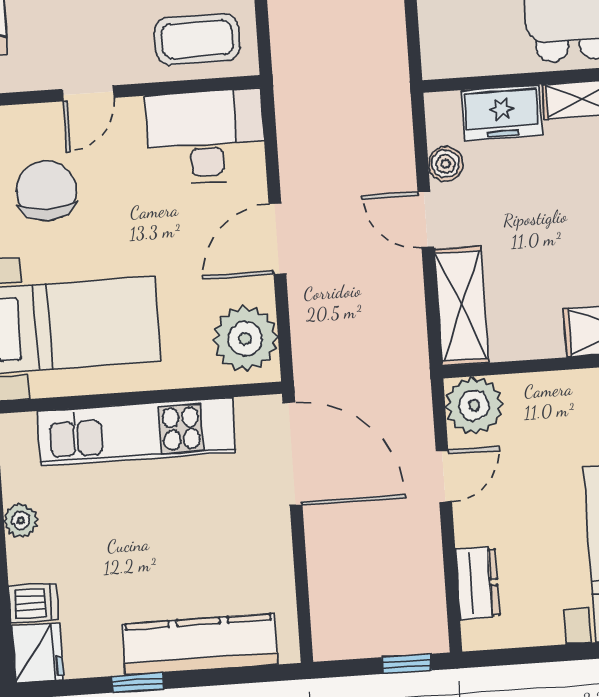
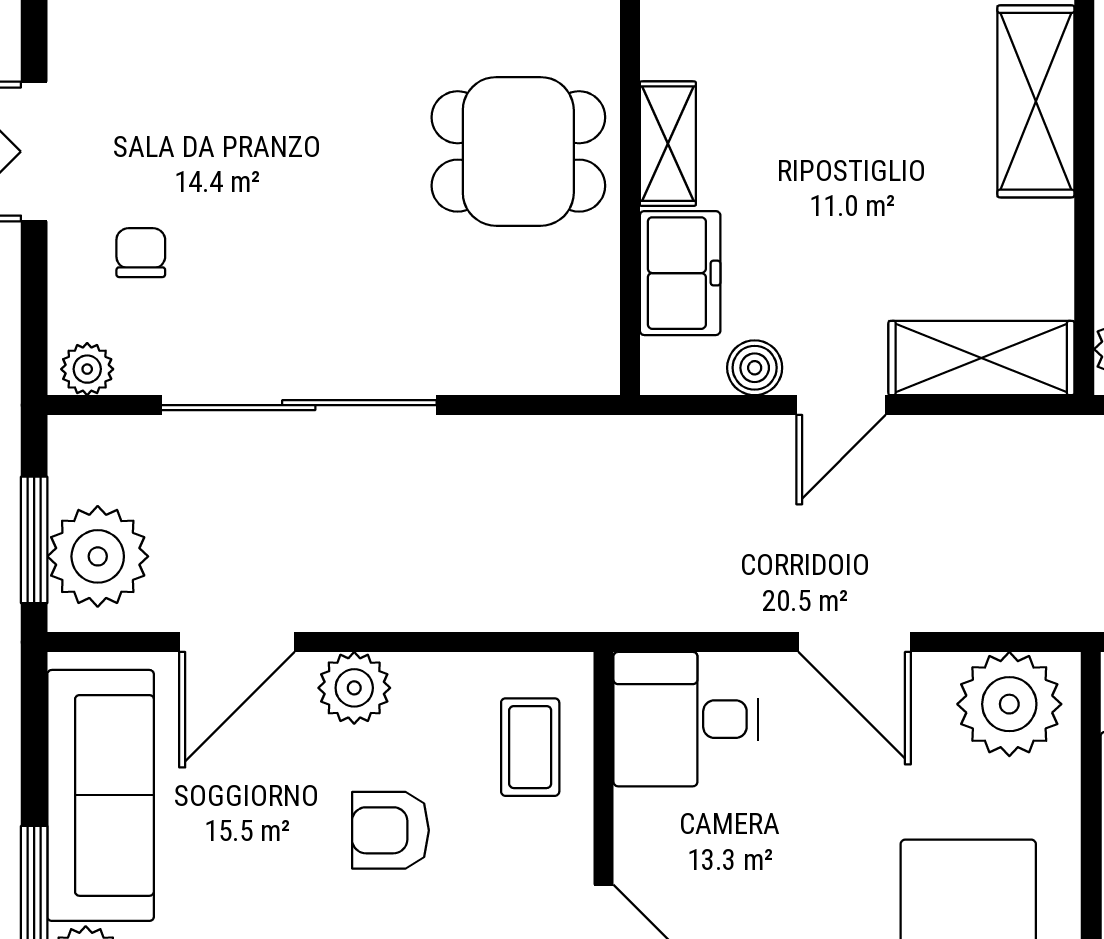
coffee table: (197, 39) -> (530, 747), width x0.73, depth x0.77
desk: (206, 137) -> (686, 719), width x0.73

